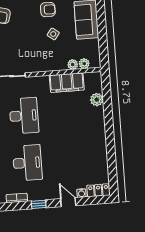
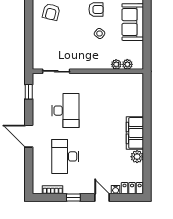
filing cabinet: (67, 83) -> (135, 133), moved, turned 90
plant: (97, 100) -> (137, 157), moved
desk: (27, 163) -> (65, 156), turned 180

